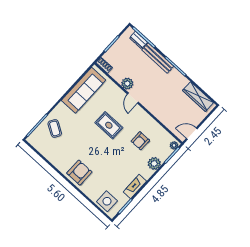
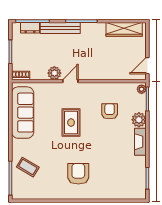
door: (133, 98) -> (70, 81), swing flipped
rug: (109, 125) -> (71, 123), turned 90
armchair: (140, 141) -> (110, 111), turned 180
armchair: (79, 173) -> (78, 174), moved
fireplace: (135, 186) -> (140, 142), moved
side table: (107, 201) -> (128, 188), removed

